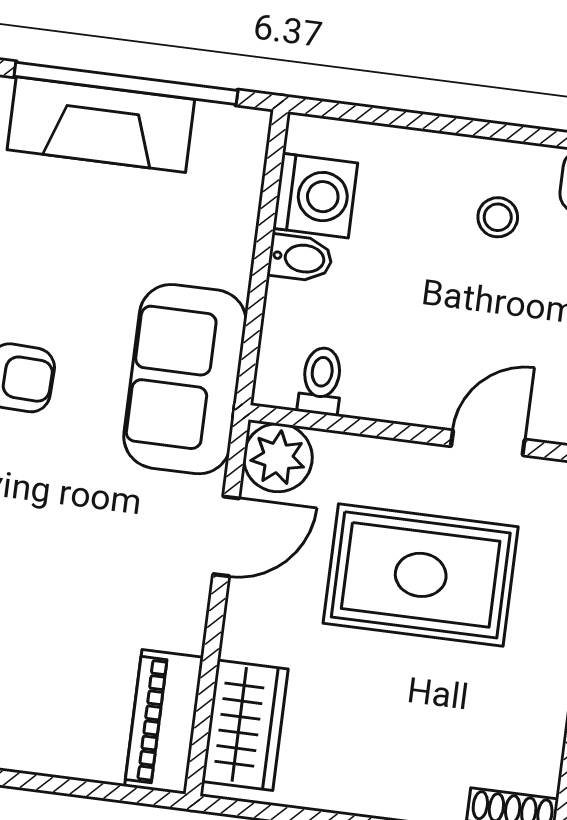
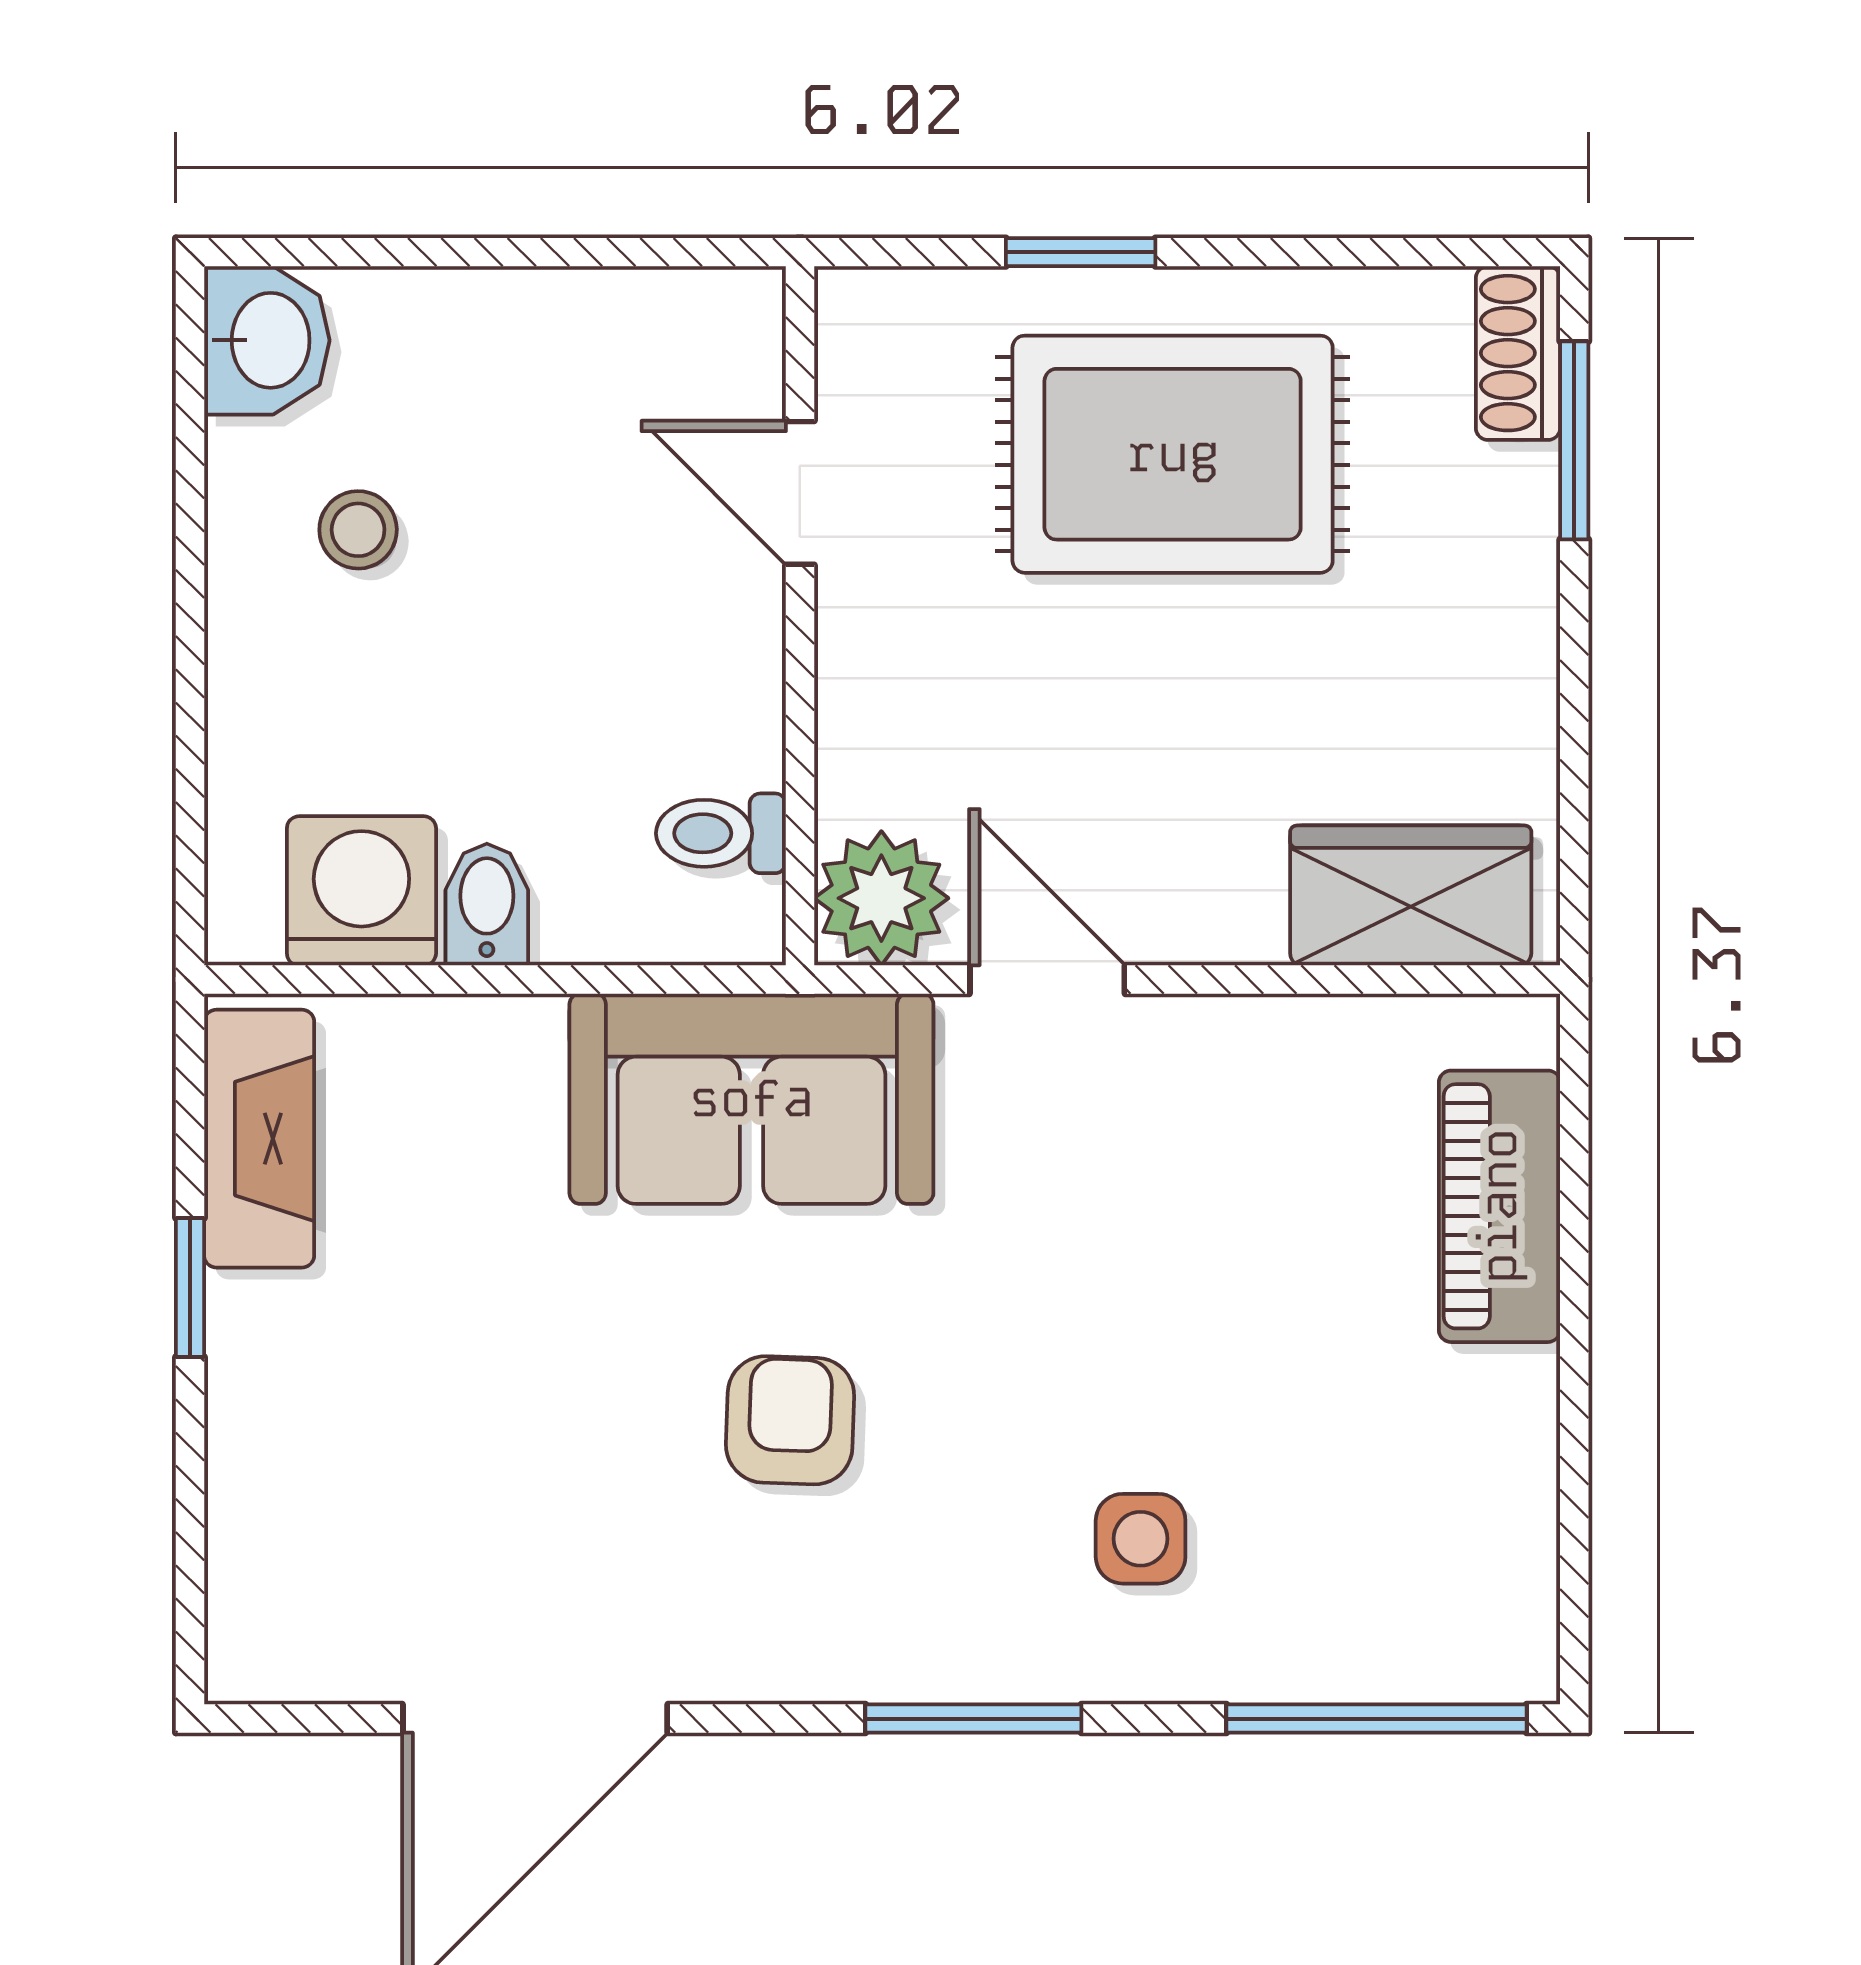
window: (126, 83) -> (190, 1288), width x0.32
fireplace: (101, 125) -> (259, 1139), moved, width x0.73, depth x0.76
rug: (421, 575) -> (1173, 454), moved, turned 90
piano: (164, 722) -> (1499, 1206), moved, turned 90

